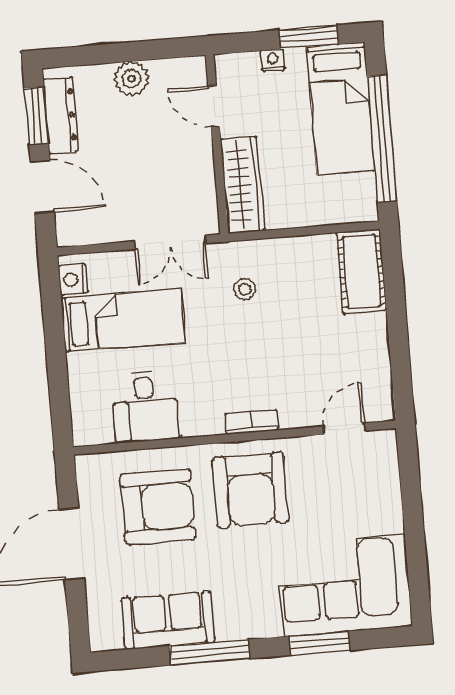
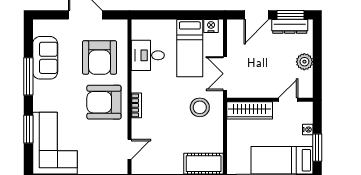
stool: (245, 289) -> (200, 107), width x1.89, depth x1.89
door: (344, 429) -> (129, 149), hinge flipped

